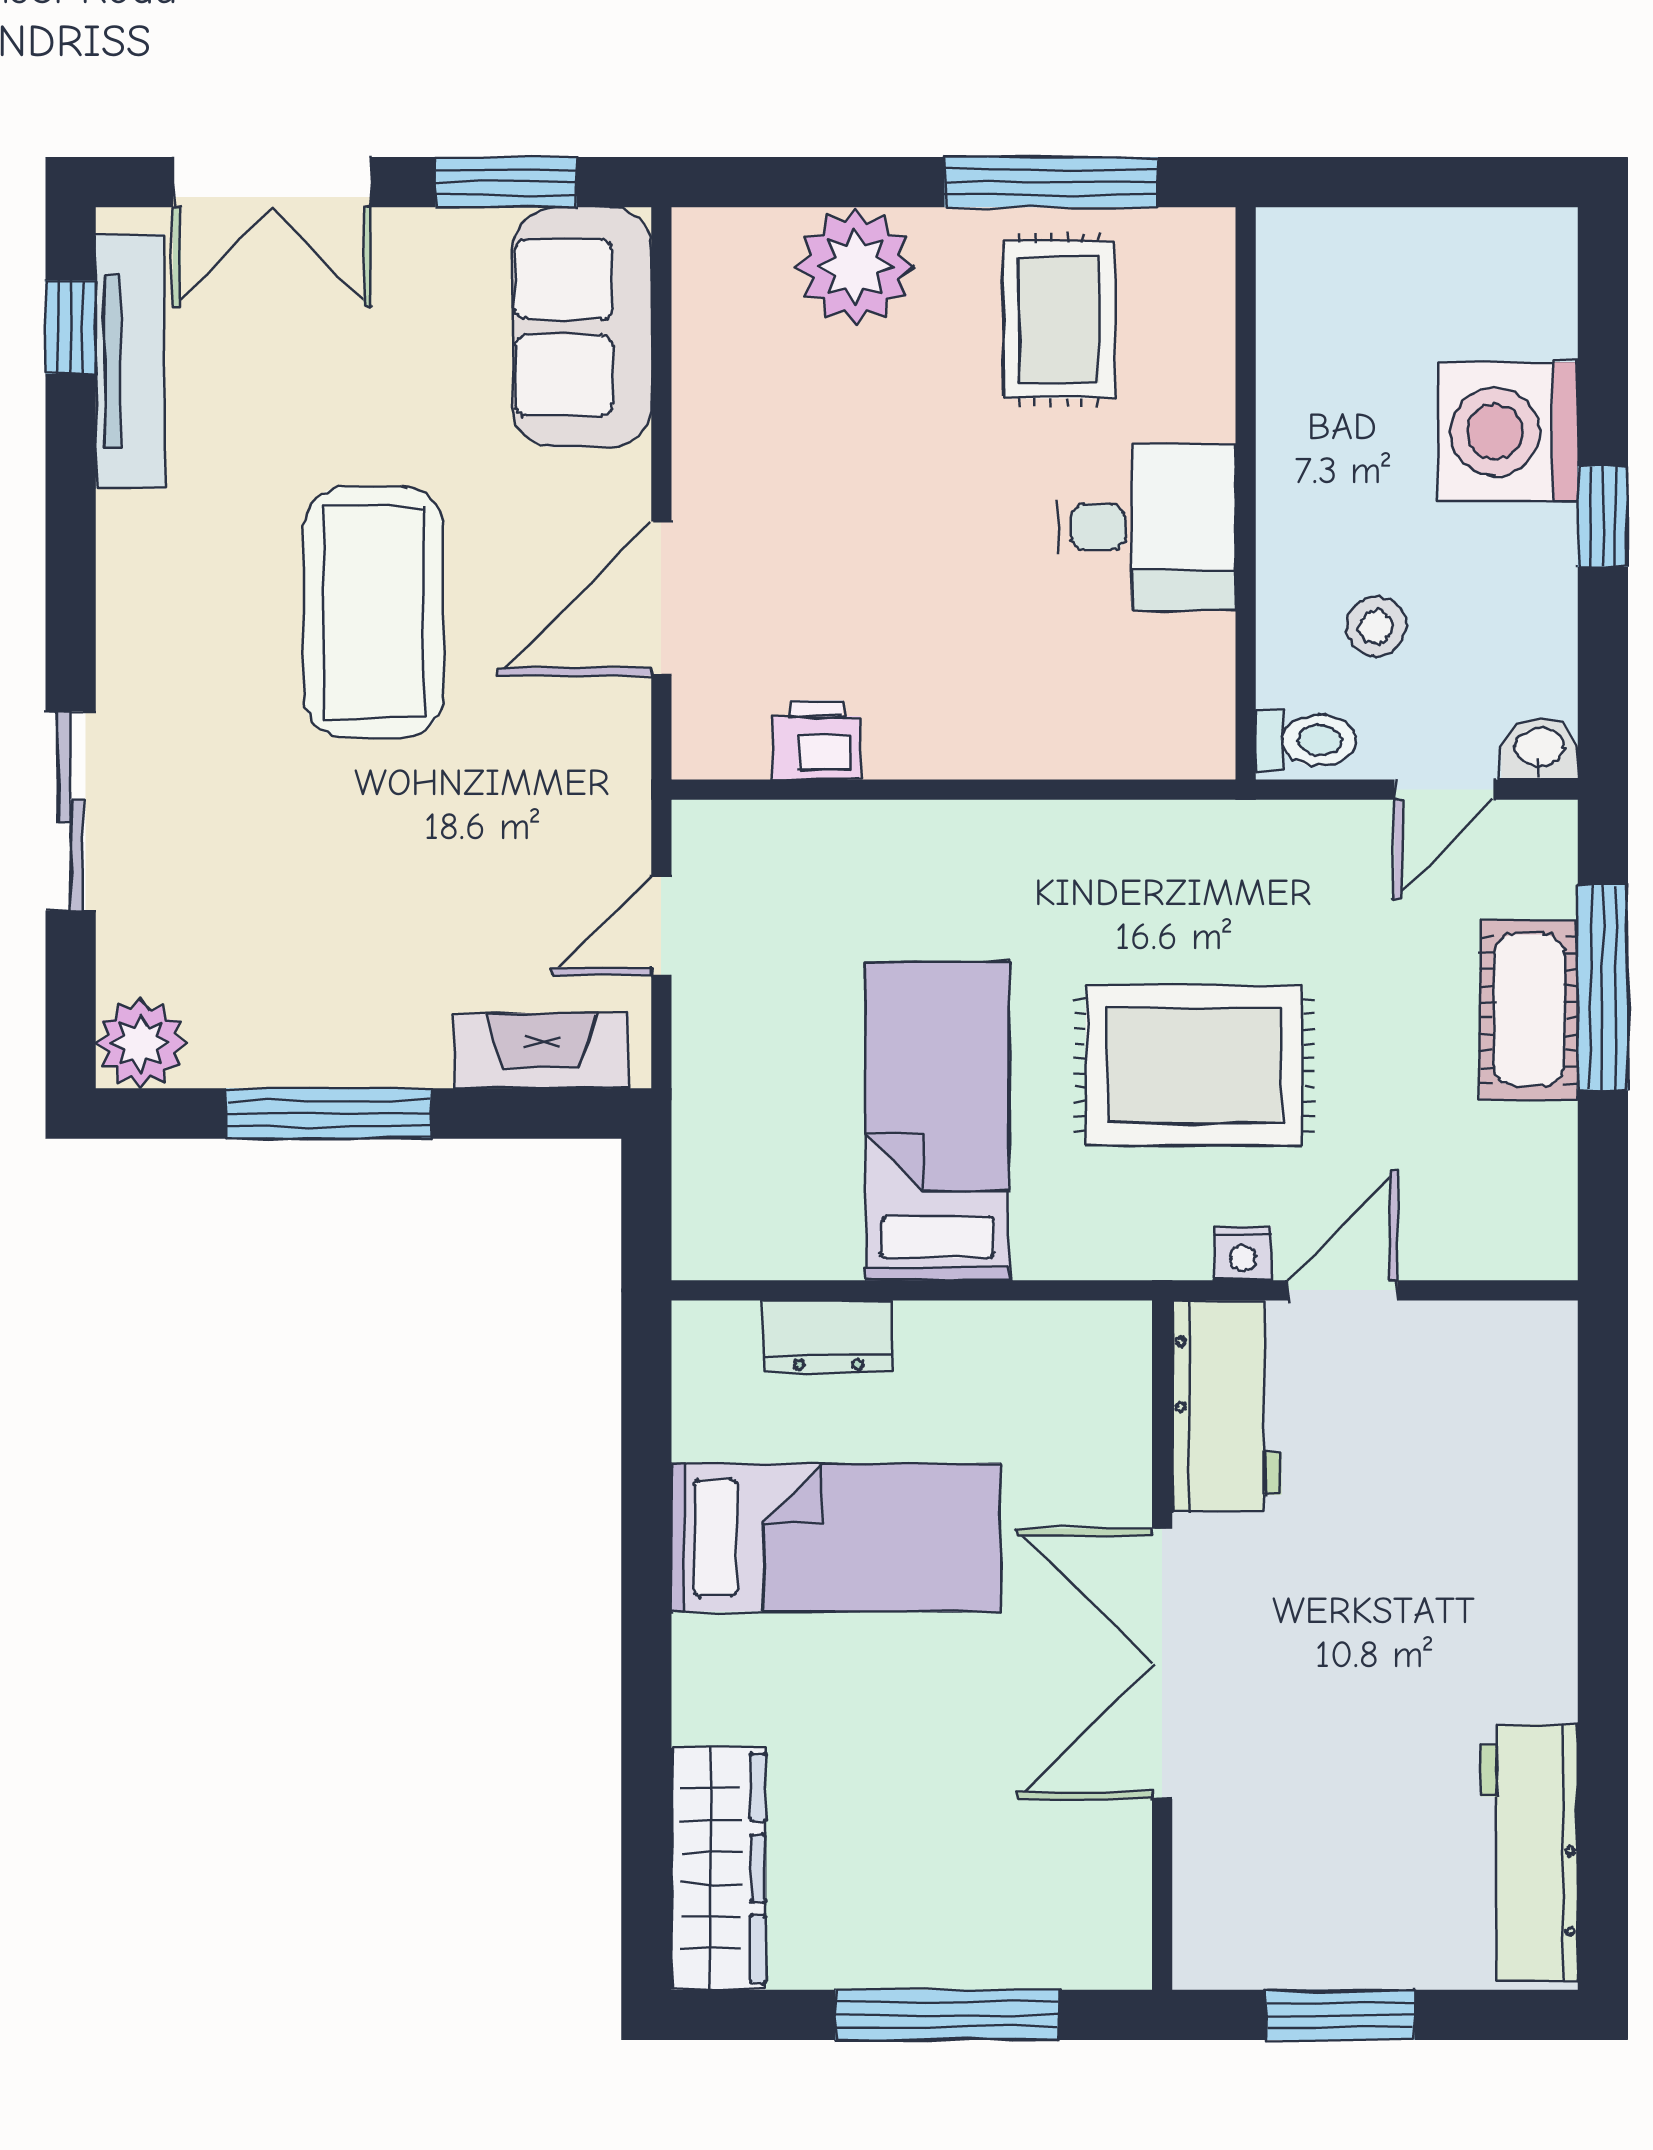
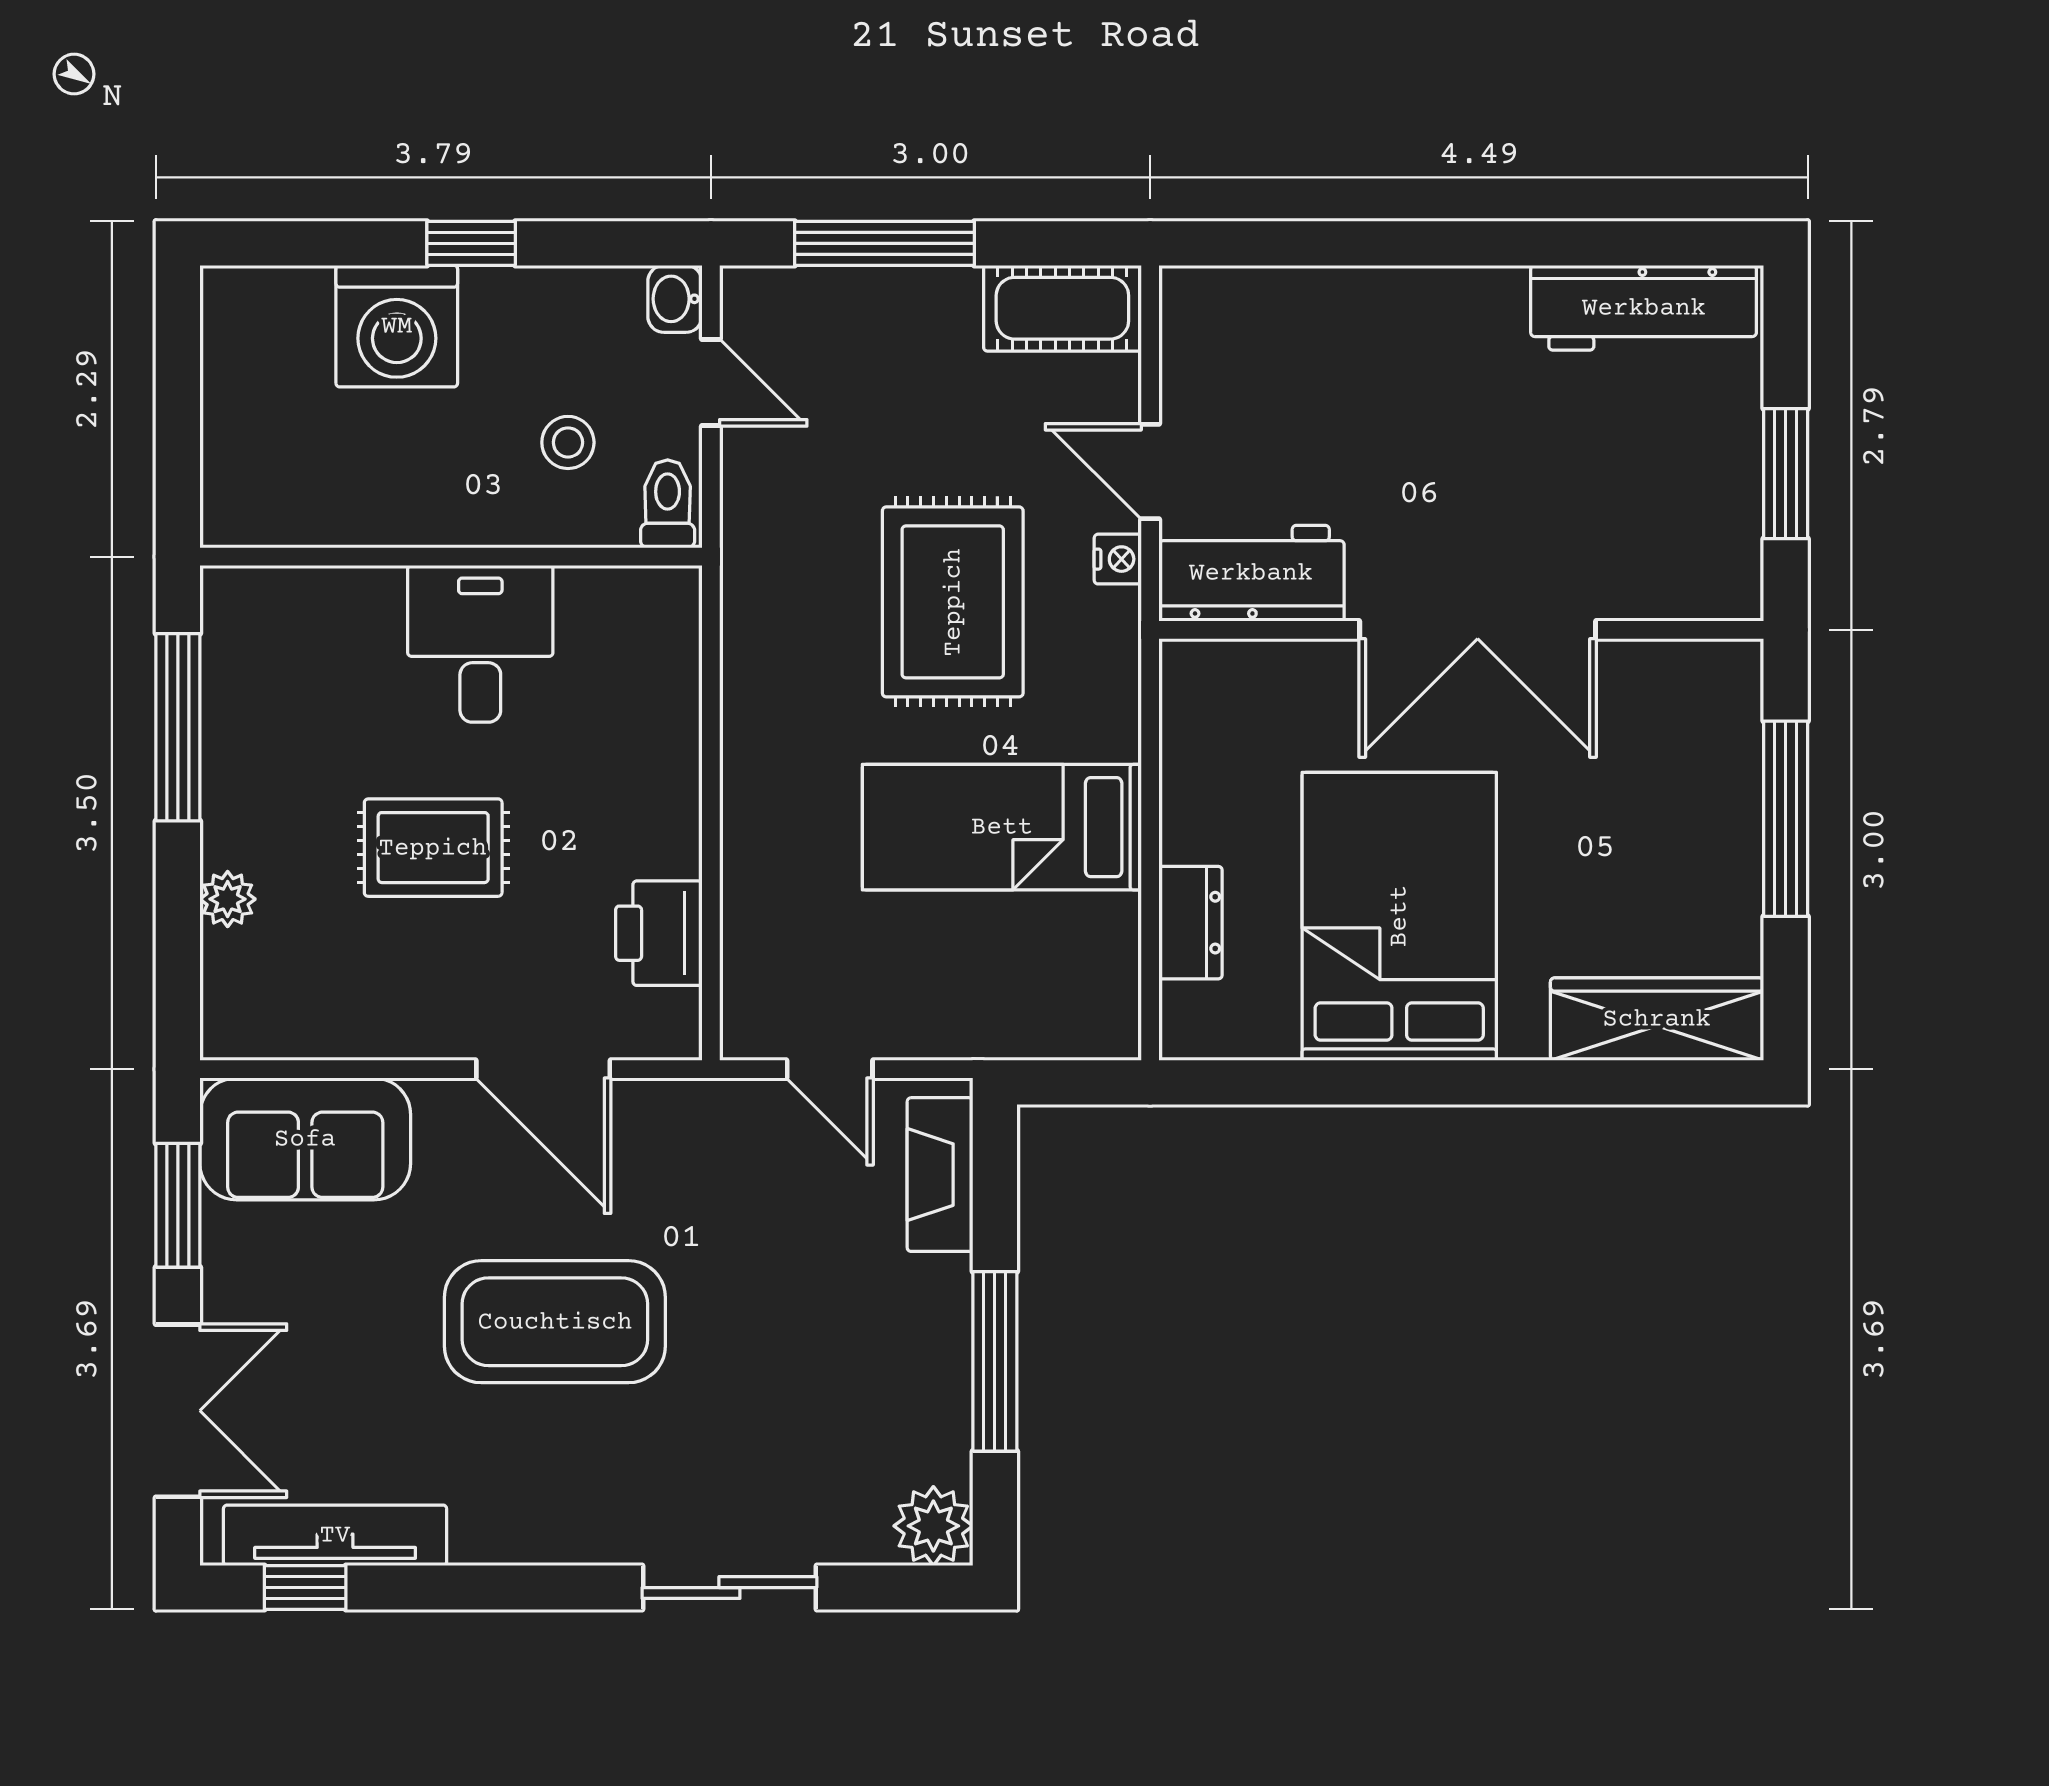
plant: (855, 267) -> (228, 899), width x0.53, depth x0.53
rug: (1059, 320) -> (433, 848), moved
printer: (816, 740) -> (659, 933), width x1.36, depth x1.24
cot: (1529, 1010) -> (1062, 308), moved
bed: (836, 1537) -> (1399, 916), width x1.50

